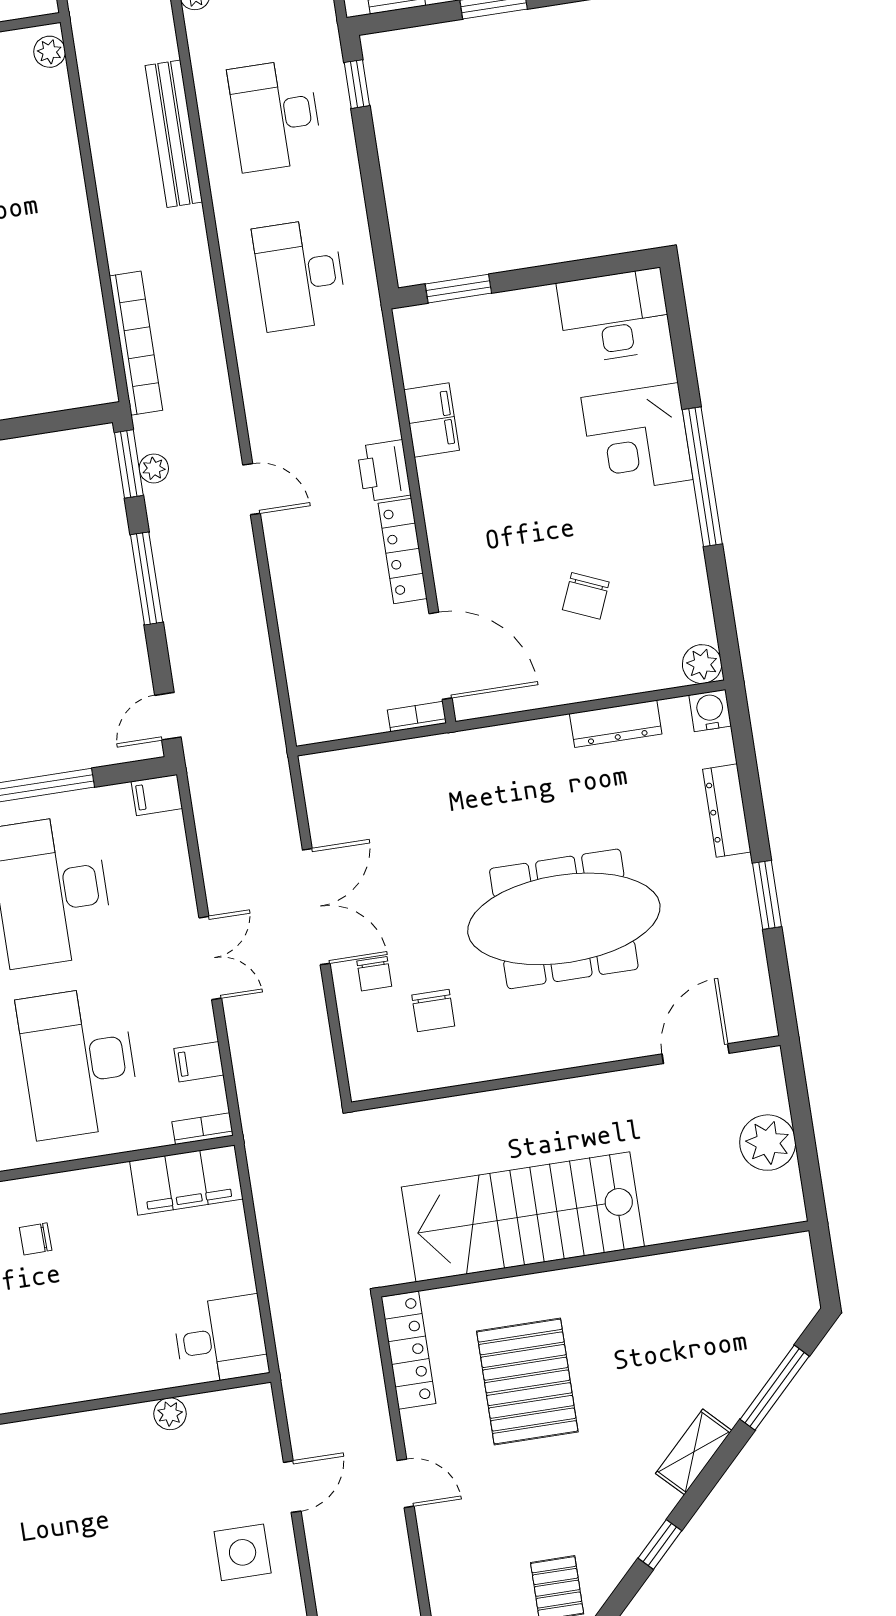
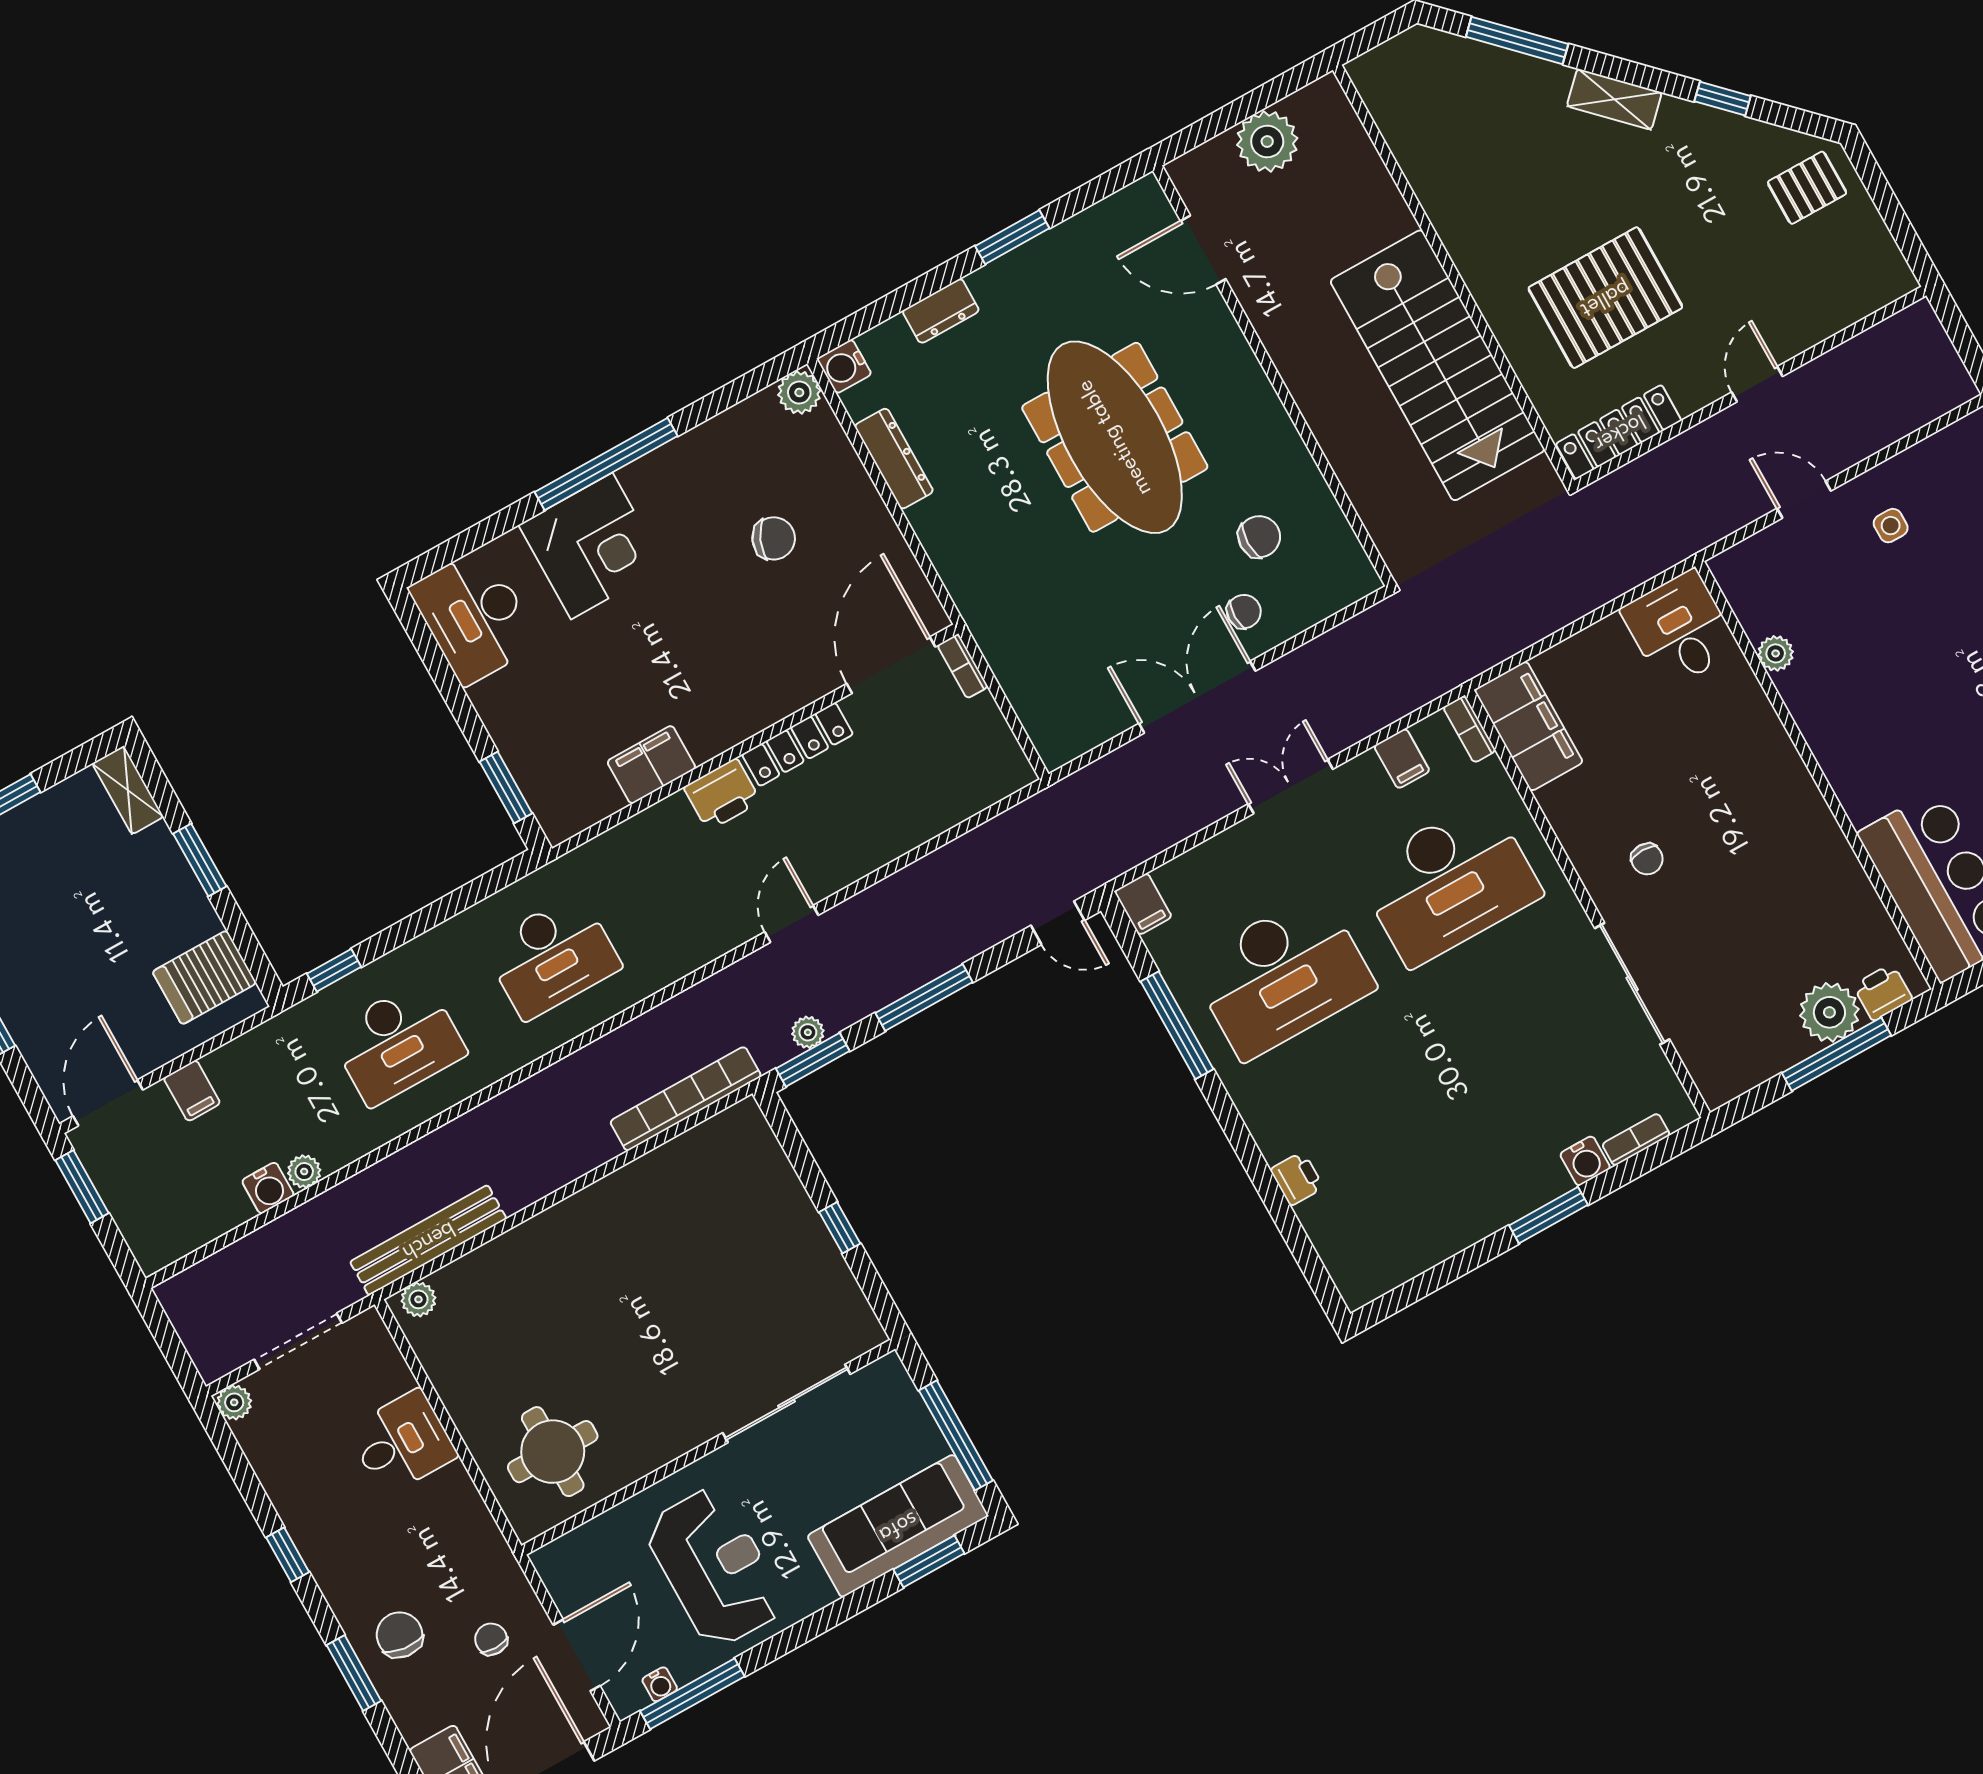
bench: (174, 134) -> (428, 1240), moved
dresser: (727, 811) -> (941, 311), width x0.70
side table: (243, 1552) -> (1891, 526), width x0.54, depth x0.54

